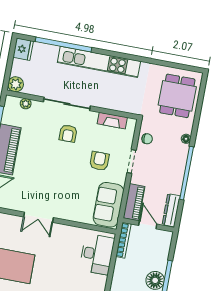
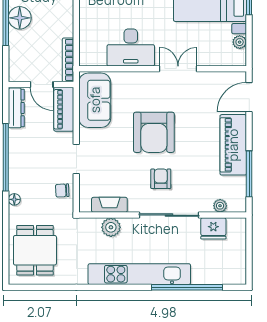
fridge: (23, 49) -> (213, 228), moved, turned -90
plant: (16, 84) -> (111, 227), moved
armchair: (99, 161) -> (154, 132), moved, width x1.88, depth x1.88
desk: (97, 254) -> (131, 47), moved, turned -90

